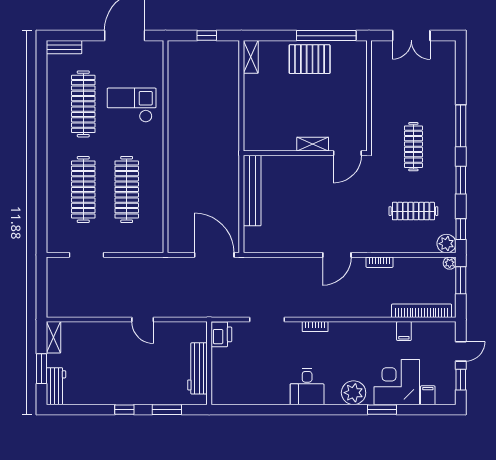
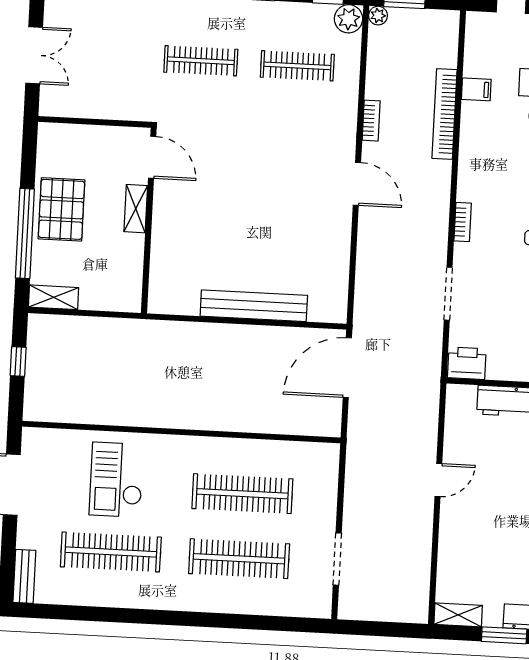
window: (326, 36) -> (25, 234), moved
shelving: (313, 144) -> (136, 209), moved
wall: (305, 153) -> (149, 221), moved
door: (347, 153) -> (152, 157), moved
clothes rail: (413, 211) -> (297, 66), turned 90
bookcase: (422, 311) -> (445, 114), moved

